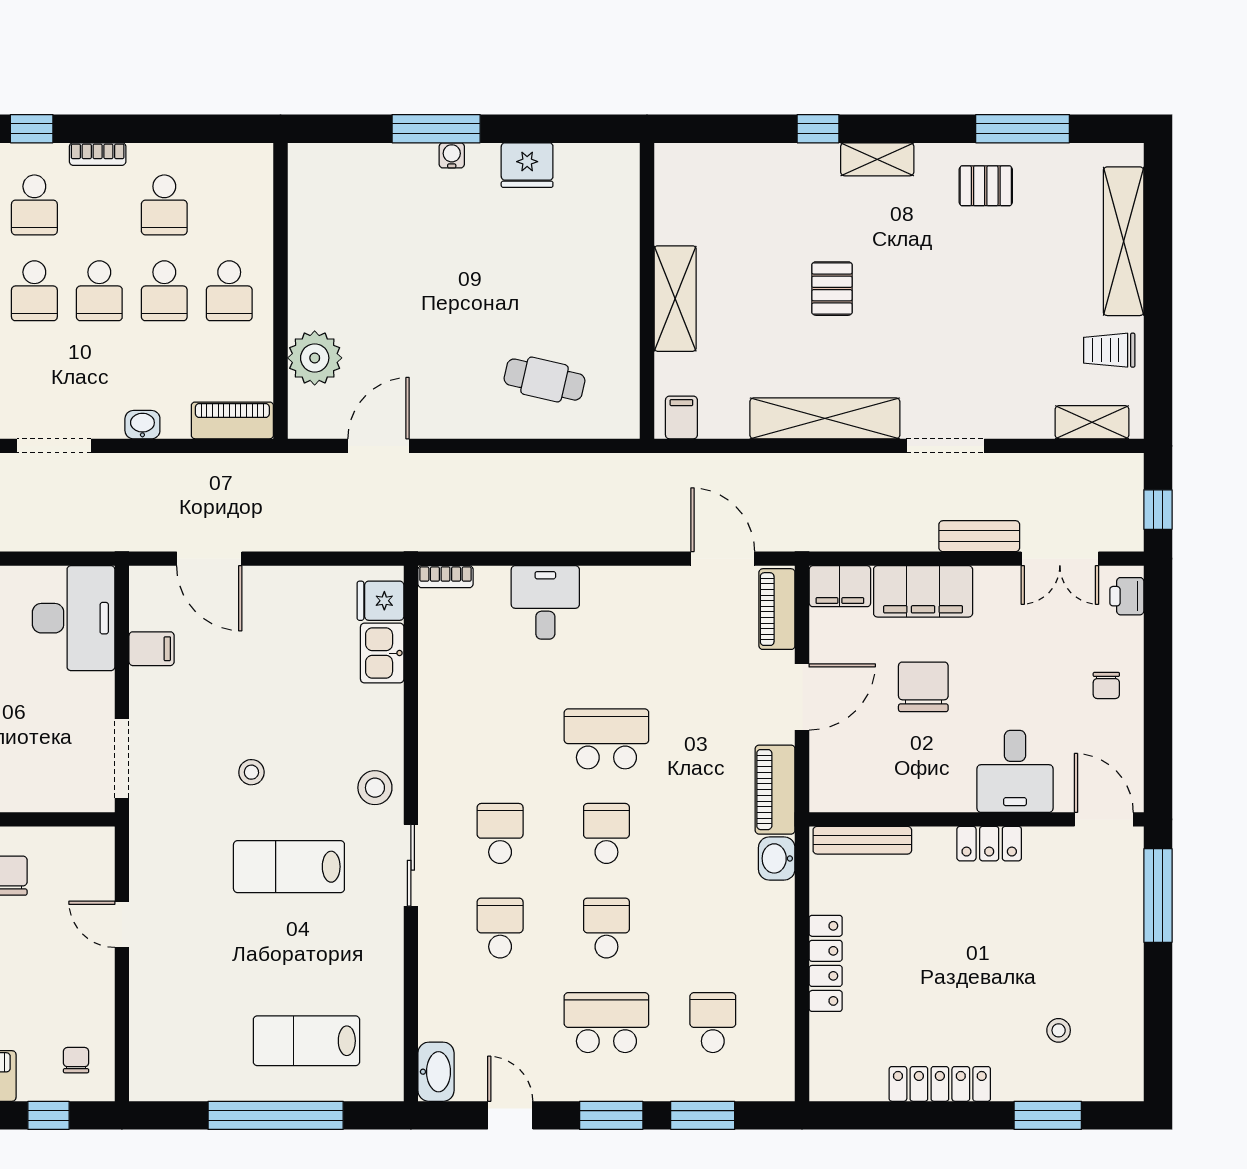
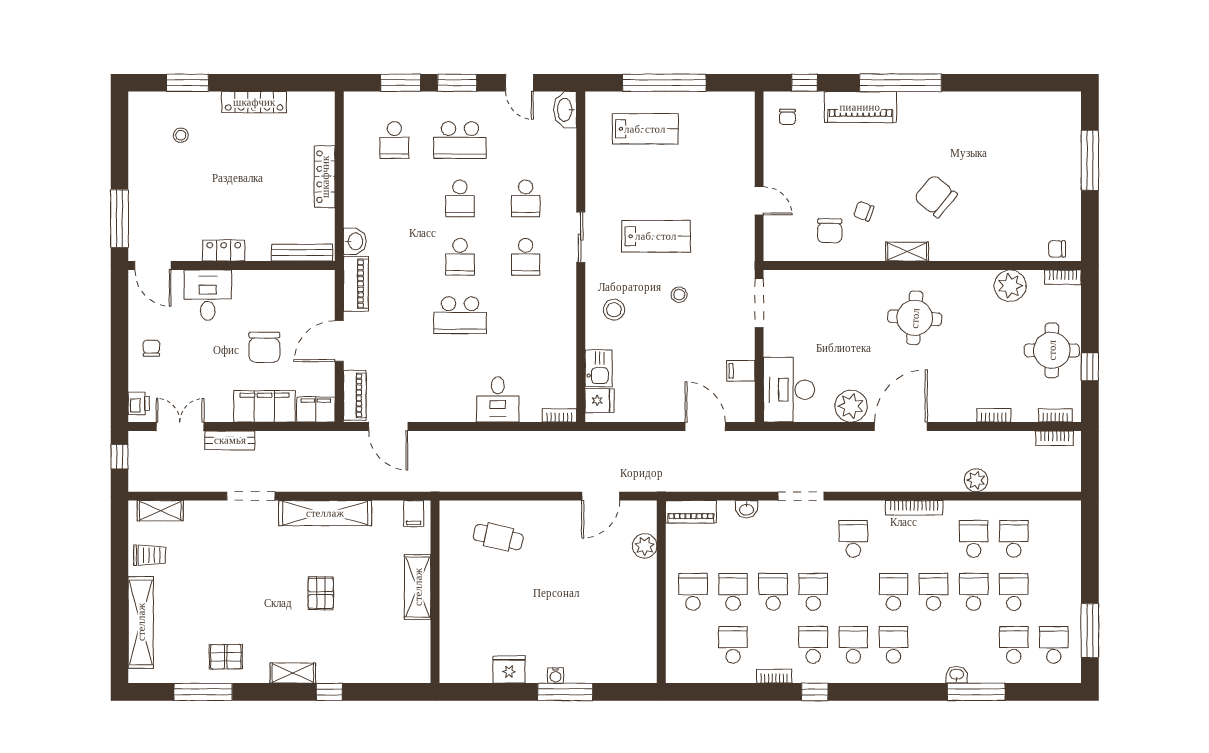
plant: (315, 358) -> (645, 546), width x0.73, depth x0.73
stool: (375, 788) -> (614, 310), moved

